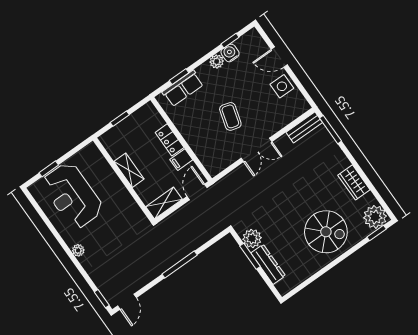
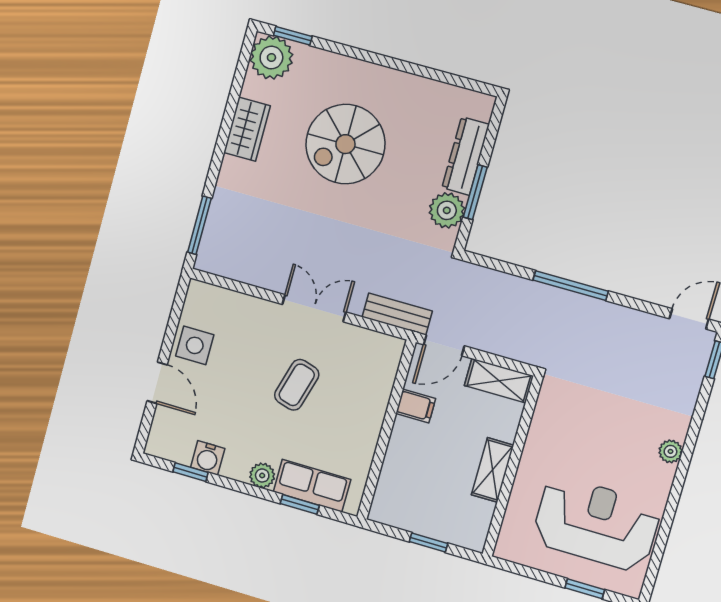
plant: (217, 61) -> (262, 475), moved
bench: (304, 127) -> (397, 314), moved
locker: (170, 140) -> (401, 446), removed
reception desk: (72, 196) -> (596, 524), turned -90
spiral stairs: (326, 232) -> (345, 144), moved, turned -90

